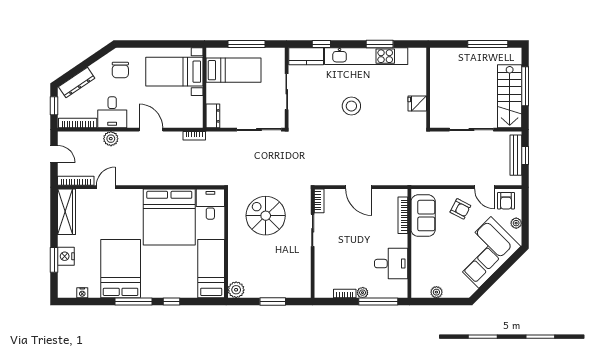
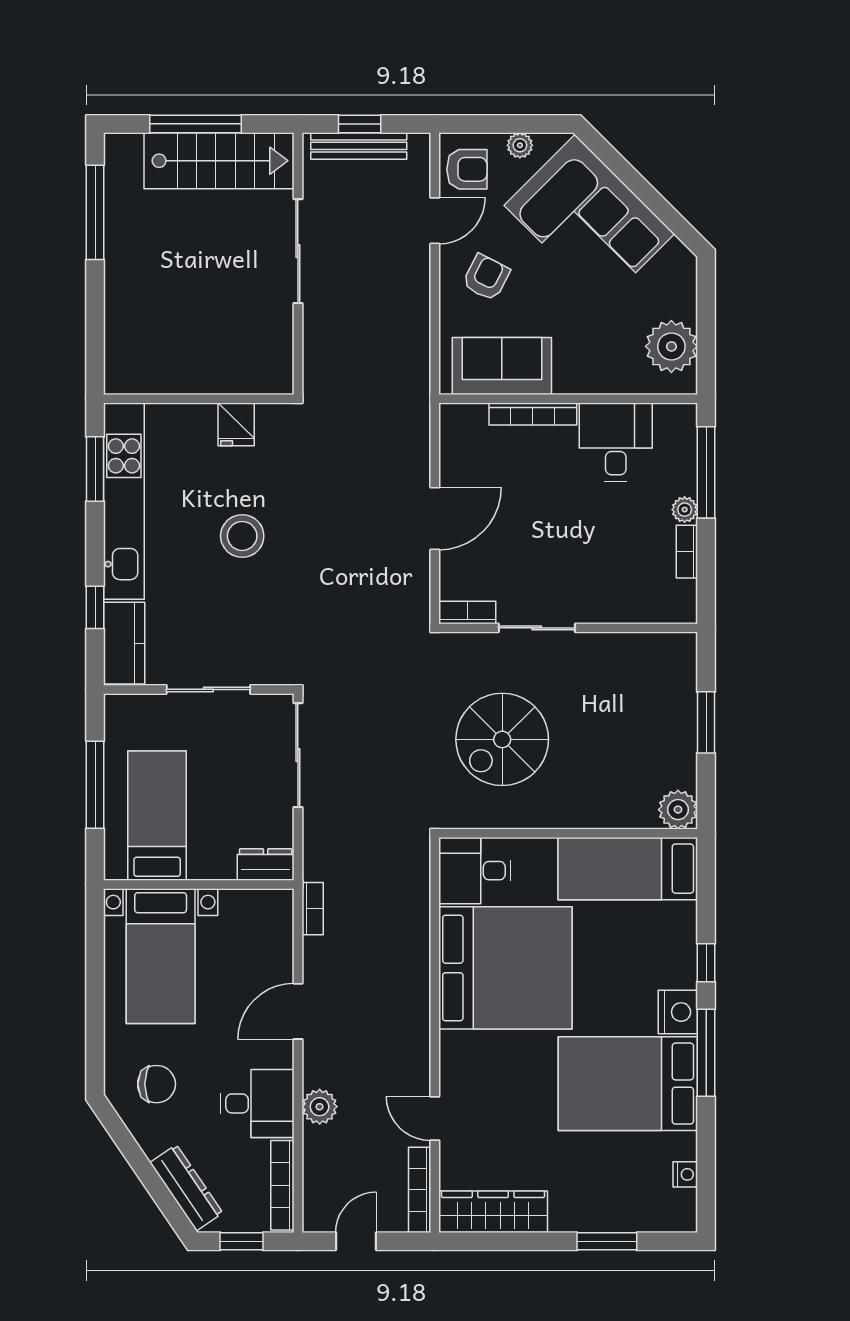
wall: (428, 88) -> (199, 399), moved
fridge: (417, 103) -> (236, 424), moved
bookcase: (403, 215) -> (533, 414), moved
nightstand: (66, 256) -> (678, 1012), moved, turned -90
plant: (436, 292) -> (671, 346), width x1.87, depth x1.87

